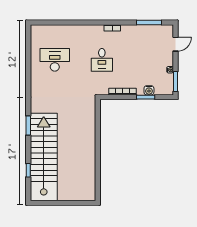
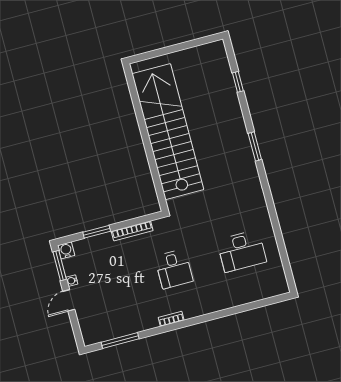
door: (175, 44) -> (69, 300), moved
desk: (102, 60) -> (174, 269), turned 180
water cooler: (149, 90) -> (66, 250), moved
stairs: (44, 157) -> (168, 132), moved, turned 180

